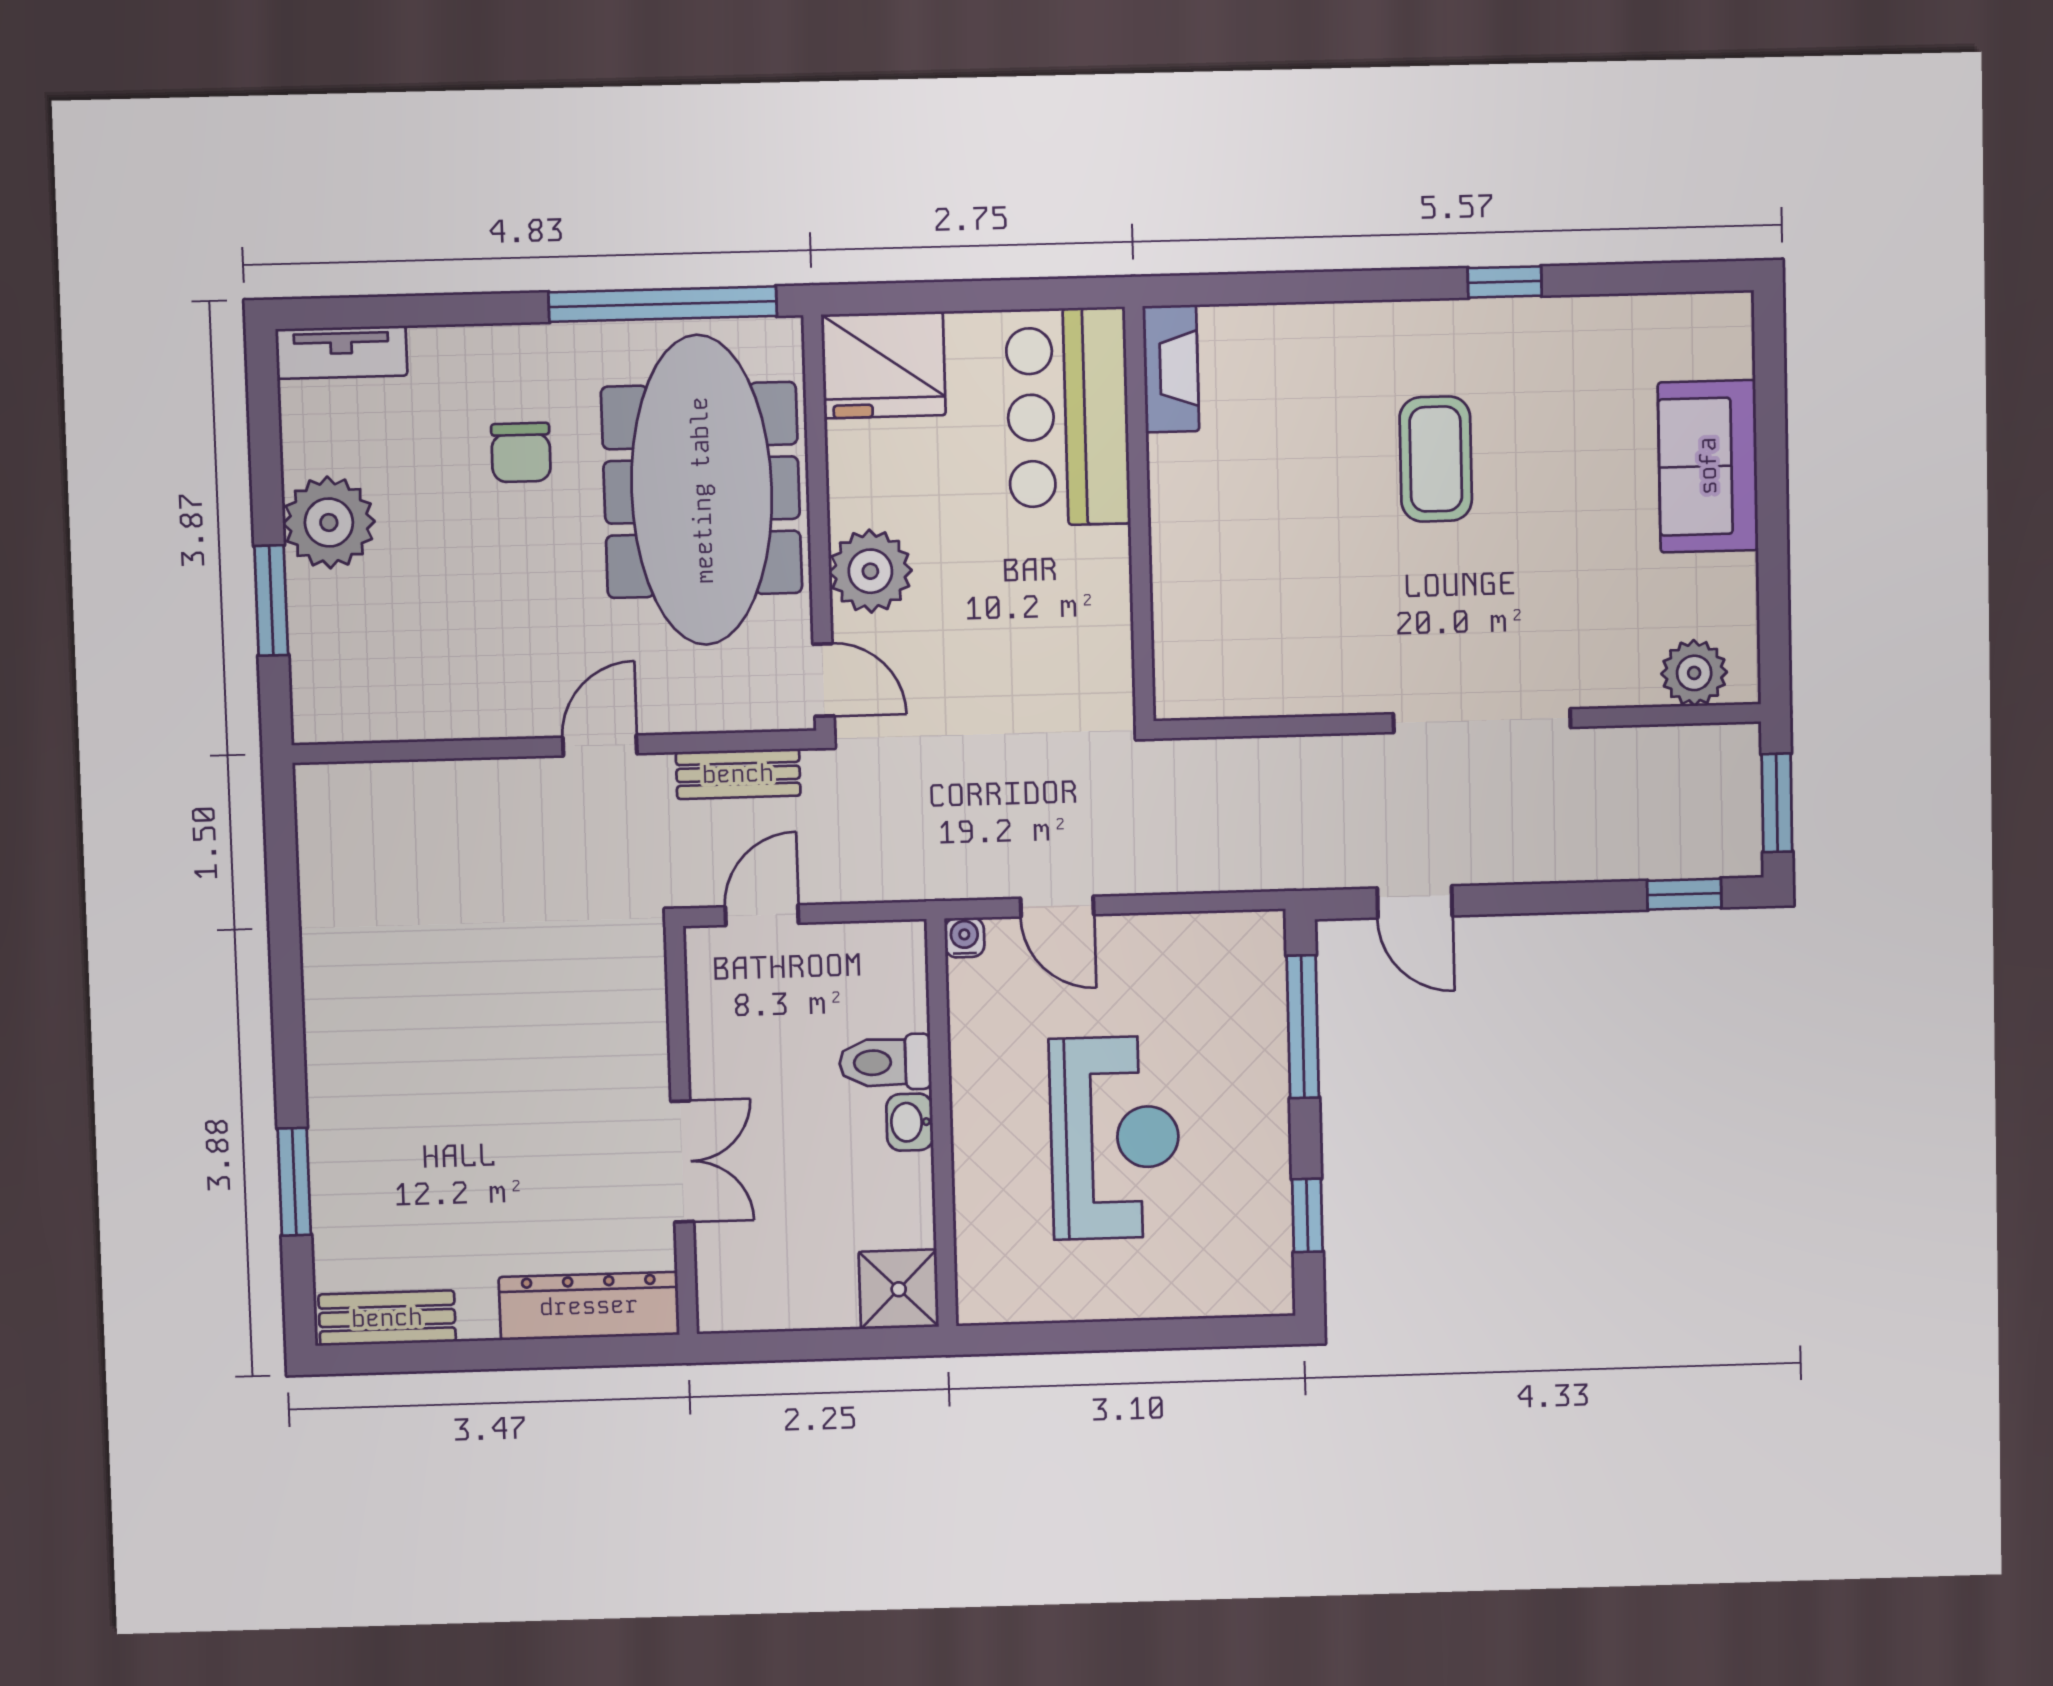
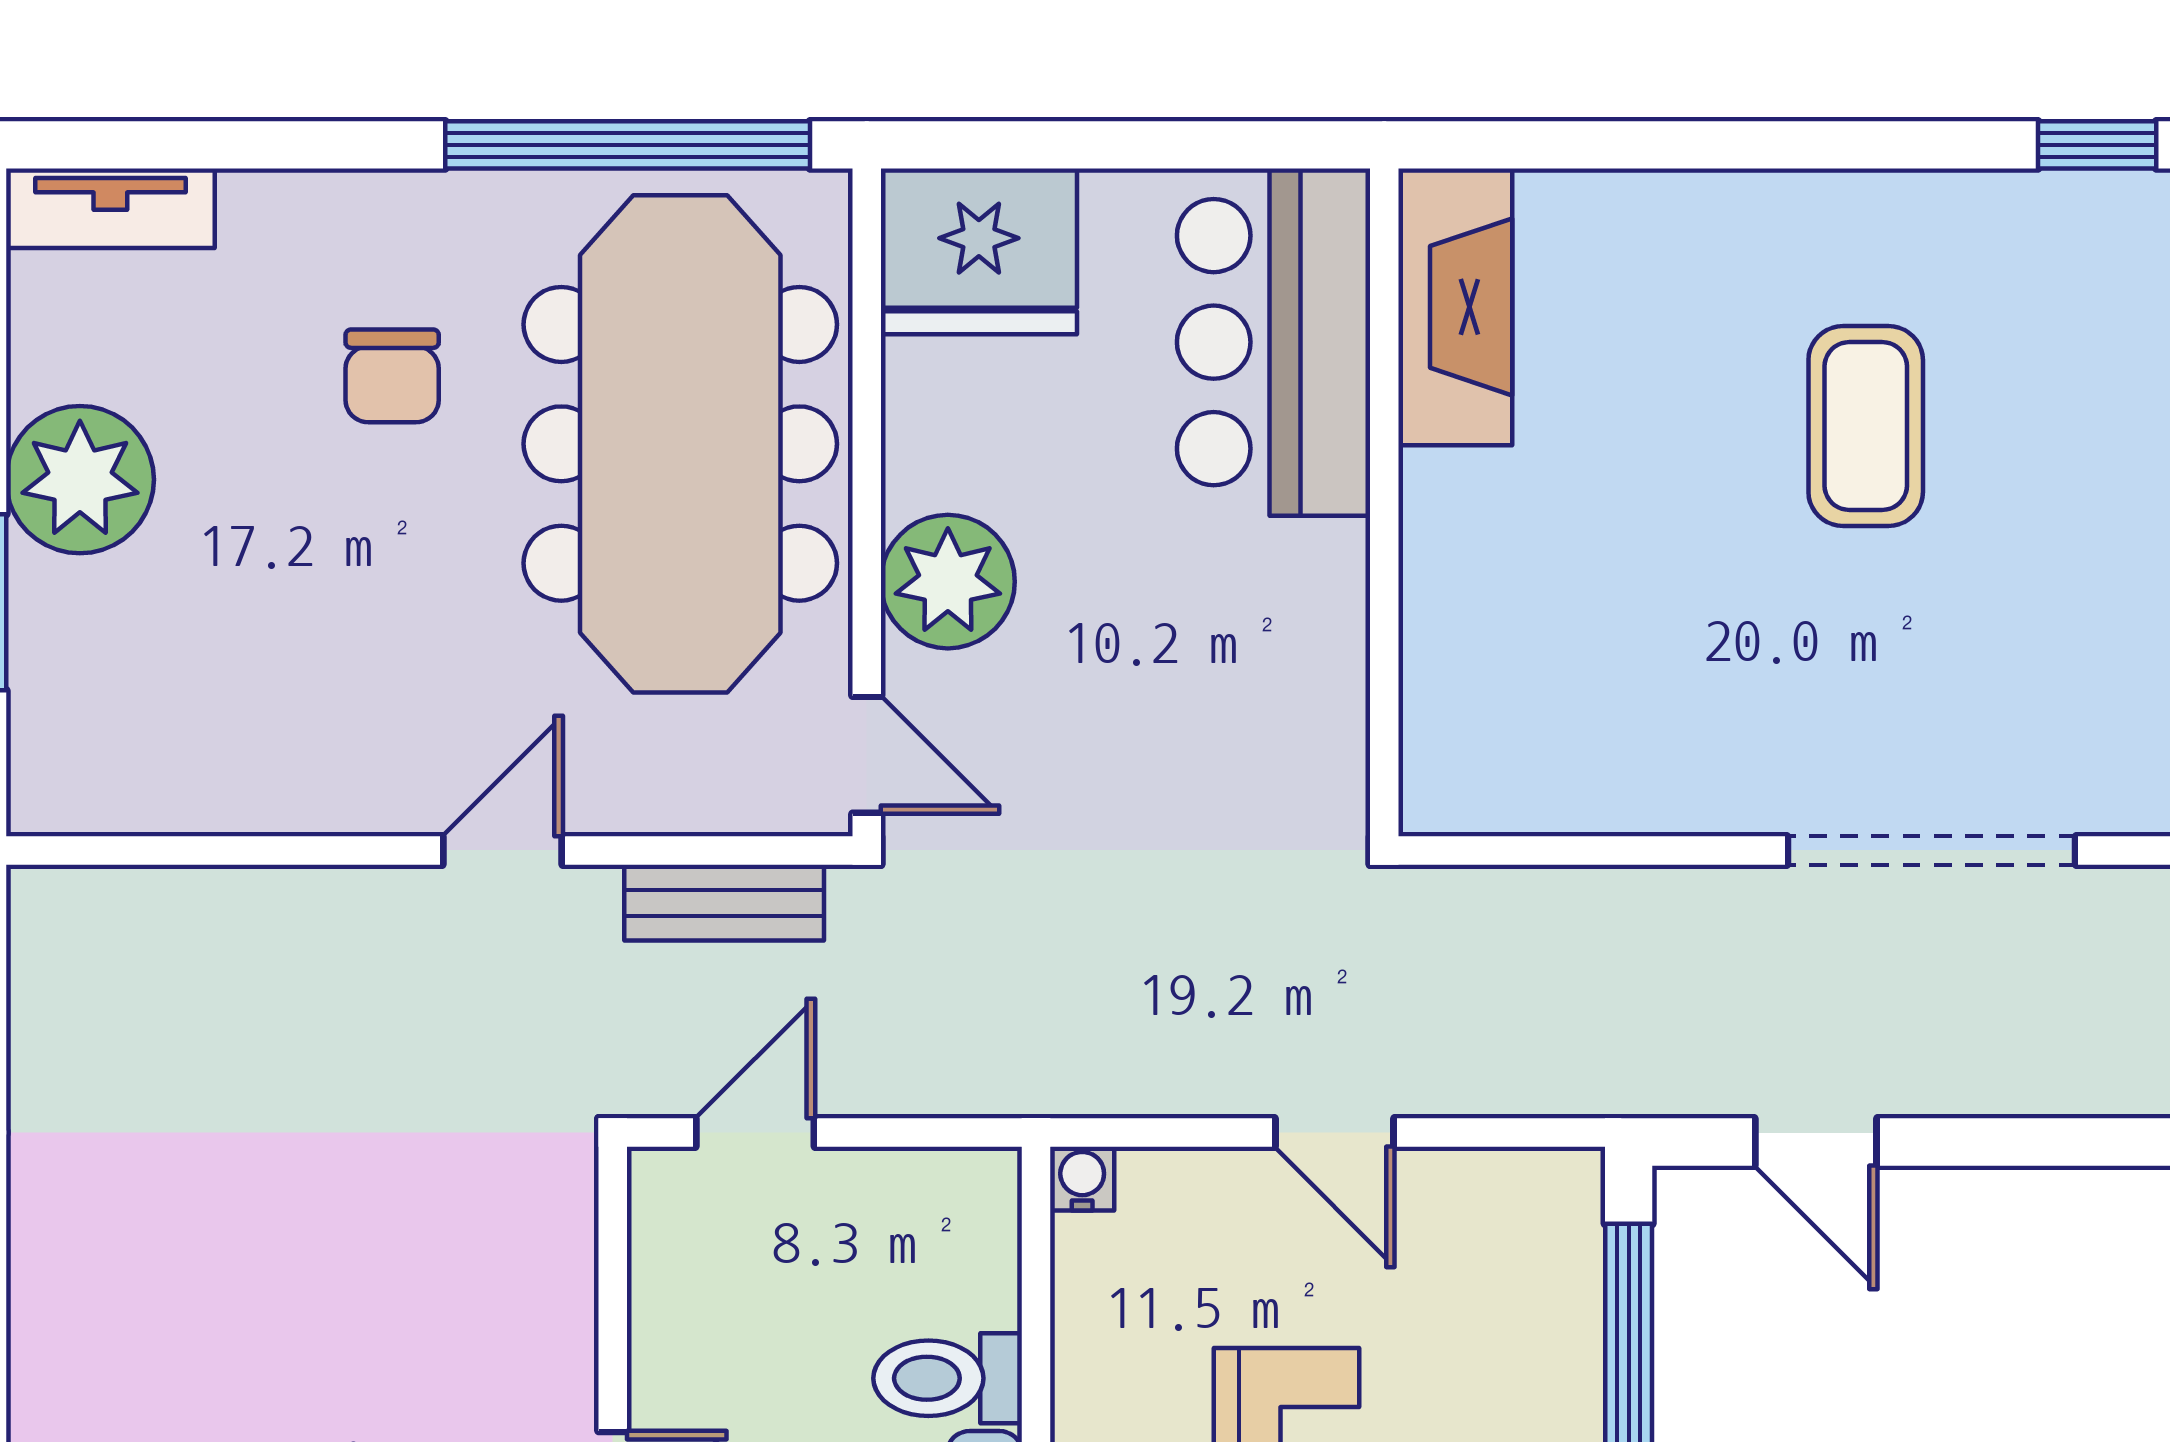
window: (1505, 282) -> (2097, 145), moved
fireplace: (1171, 369) -> (1455, 307), width x1.37, depth x1.32
door: (1057, 907) -> (1335, 1133), moved

